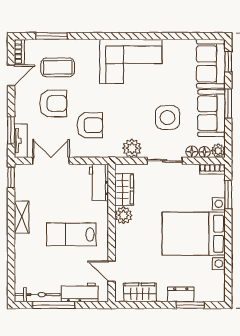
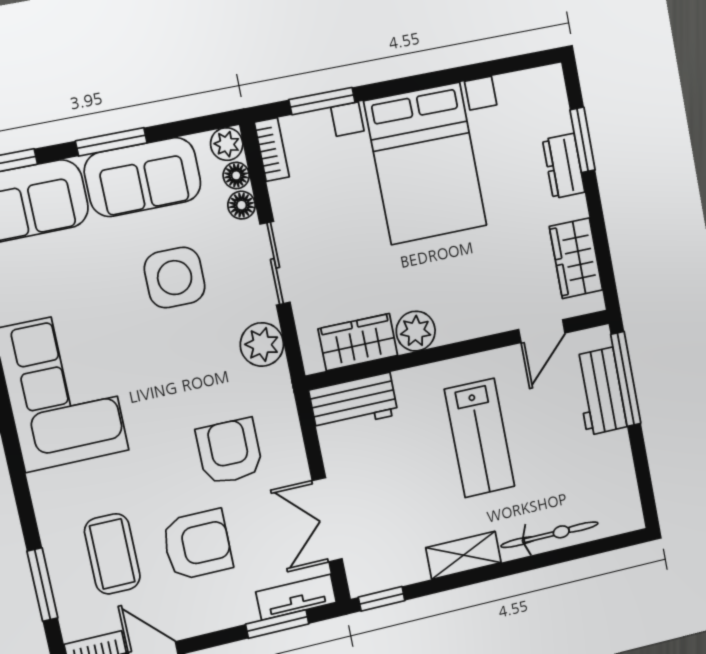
armchair: (53, 103) -> (197, 545), turned 90
bicycle: (37, 295) -> (550, 535), moved, turned 90
window: (54, 305) -> (626, 379), moved

